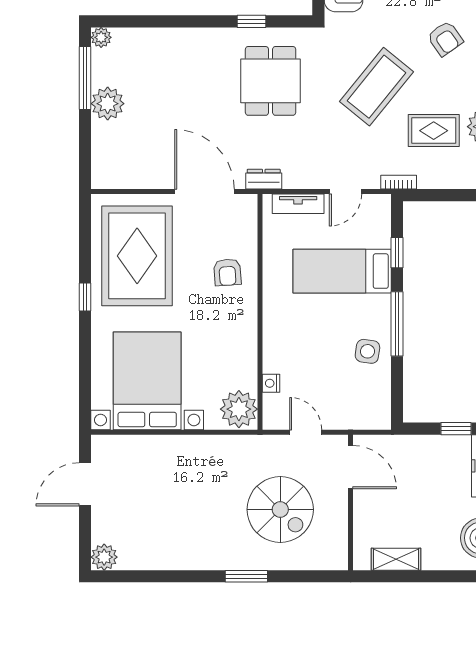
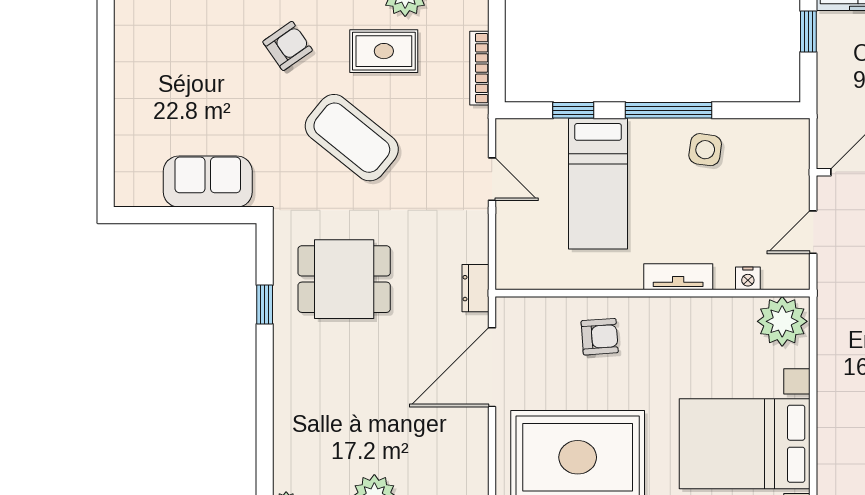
rug: (434, 131) -> (384, 51), moved, turned 90
bookcase: (399, 182) -> (479, 68), moved, width x1.56
tv unit: (298, 204) -> (678, 277), moved, turned -90

